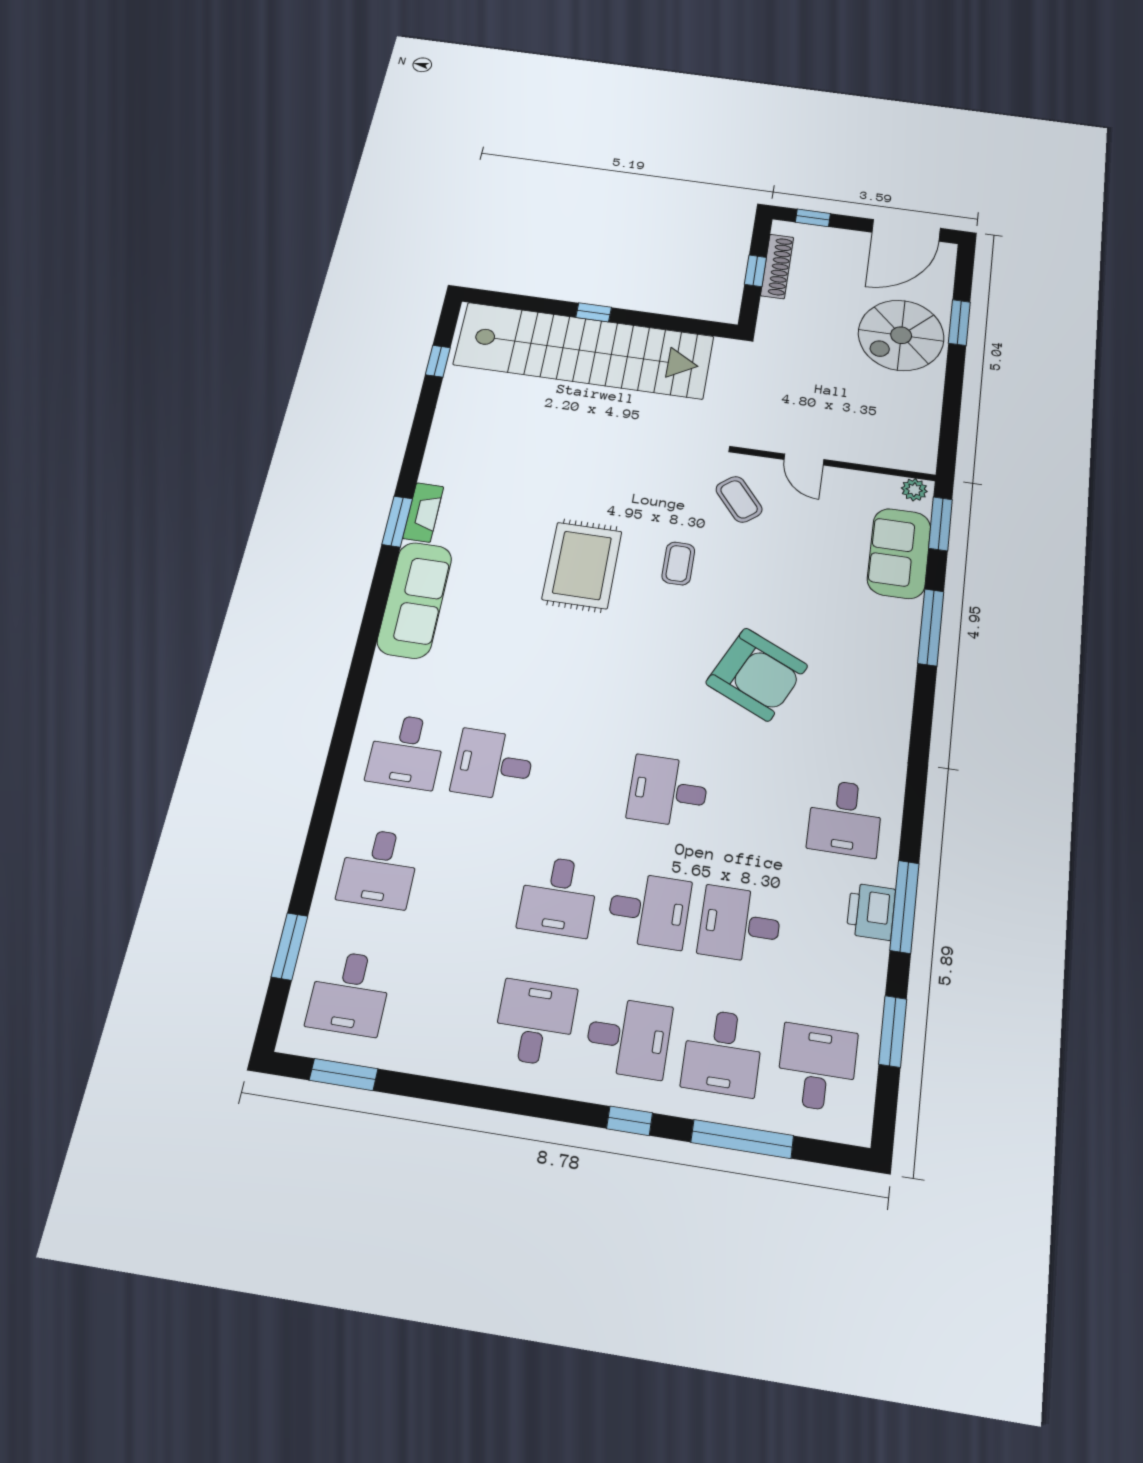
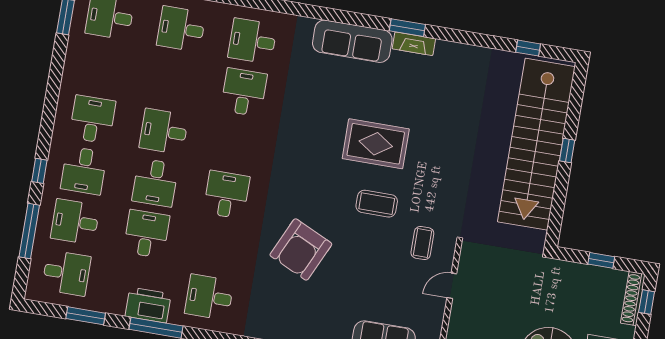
shoe rack: (777, 266) -> (633, 299), moved, turned 90
coffee table: (739, 499) -> (422, 243), turned -51
coffee table: (678, 563) -> (377, 204), width x1.36, depth x1.30
printer: (871, 912) -> (148, 305), width x1.37, depth x1.19
desk: (535, 1023) -> (92, 119), turned -90

